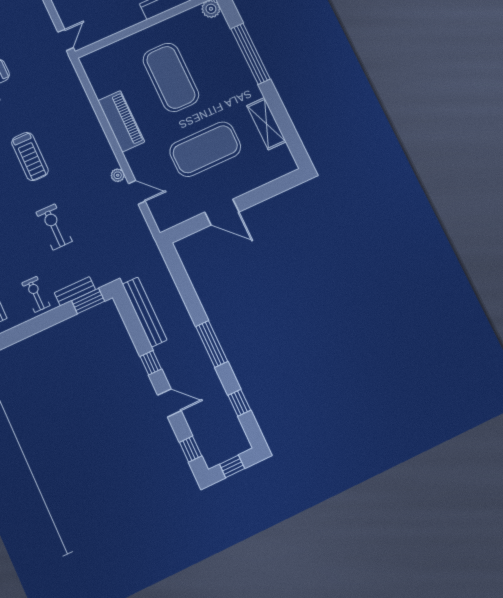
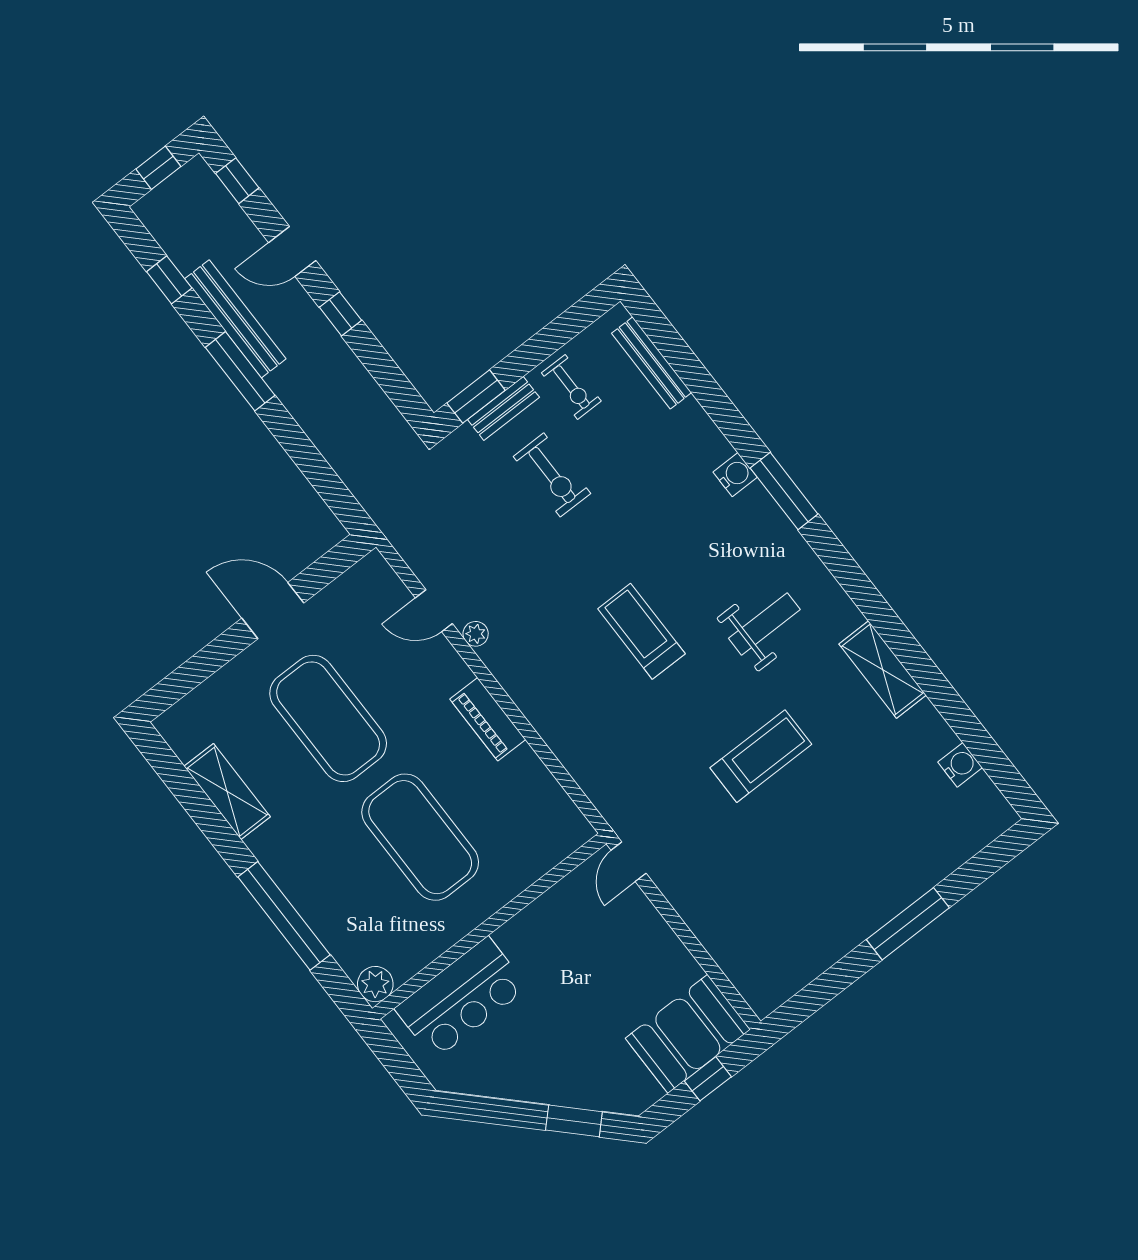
piano: (121, 121) -> (488, 719), width x0.73, depth x0.75
exercise mat: (205, 149) -> (328, 718), turned 90
exercise bike: (54, 227) -> (552, 475), moved
bench: (145, 312) -> (235, 319), moved

